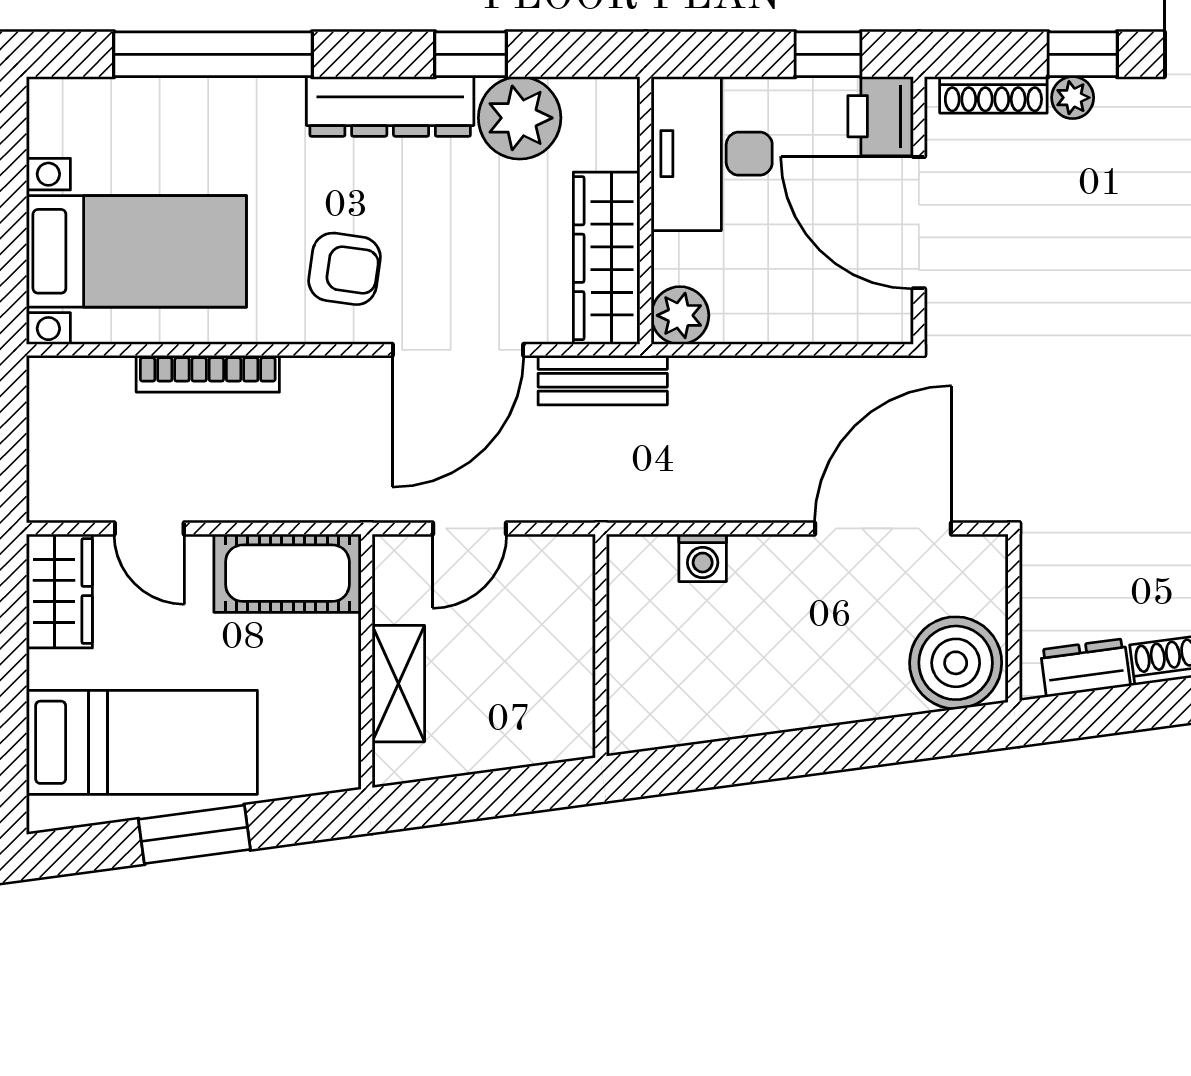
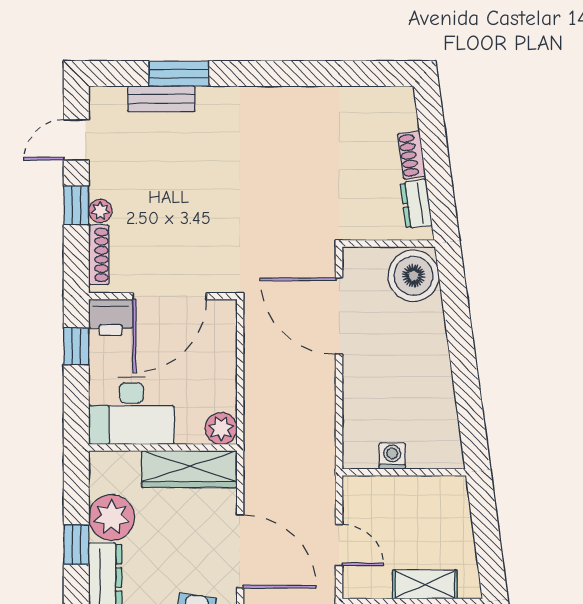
bench: (603, 380) -> (257, 471), removed
washing machine: (703, 558) -> (392, 456), moved, turned -90

